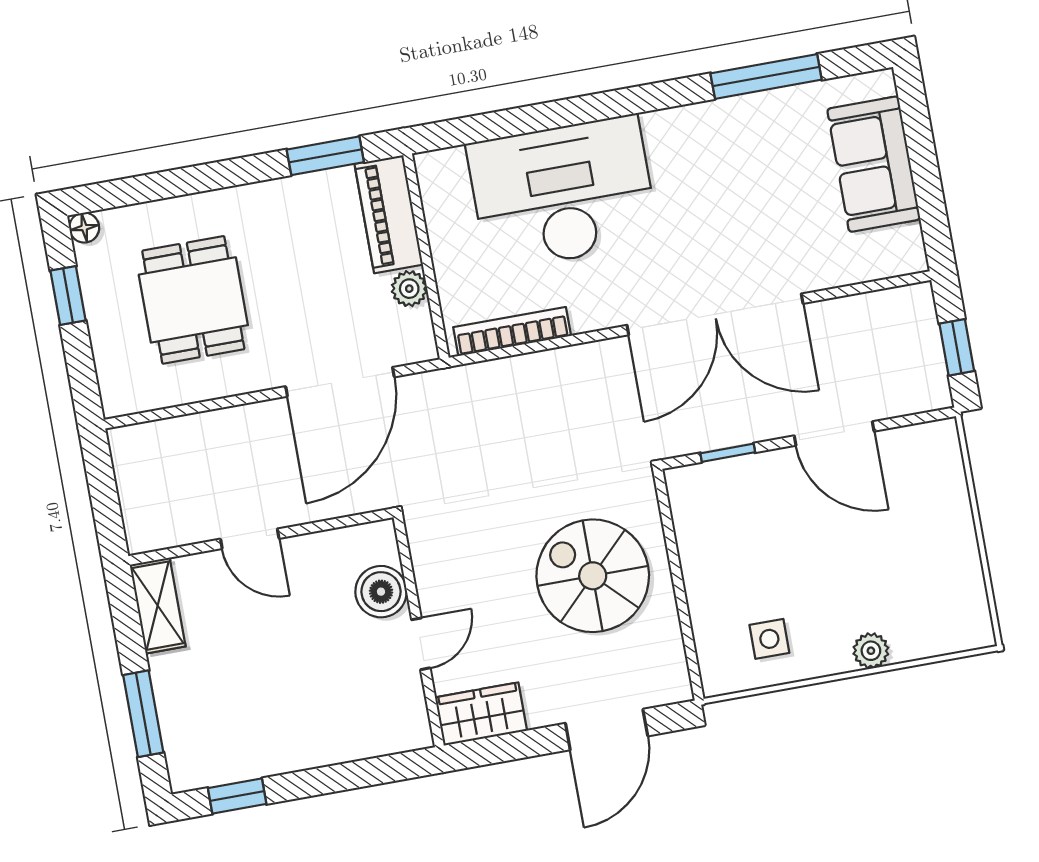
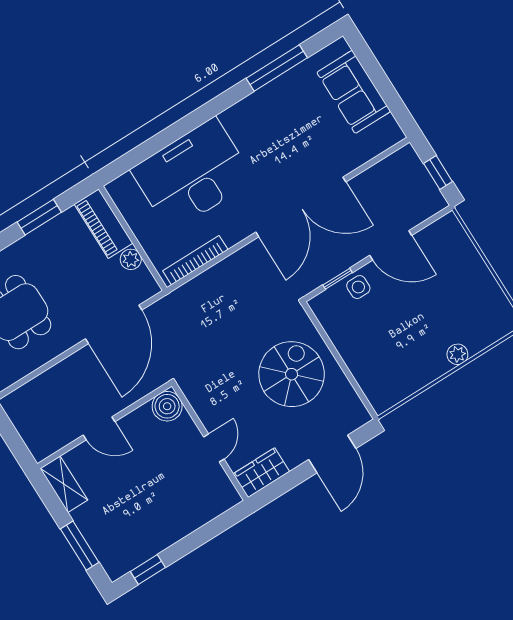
window: (325, 156) -> (39, 217), moved
spiral stairs: (593, 576) -> (292, 374), turned 90
boiler: (381, 592) -> (167, 406), moved
side table: (769, 639) -> (358, 287), moved

